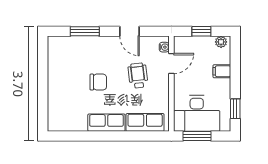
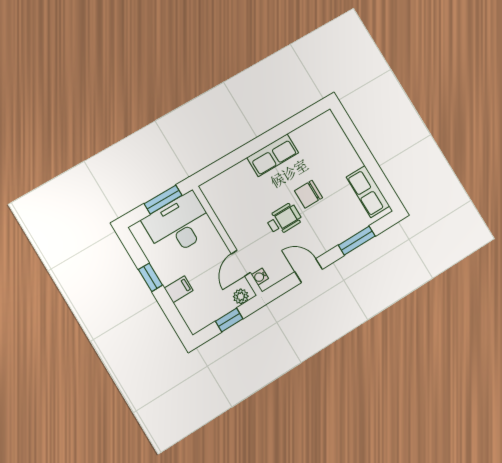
plant: (221, 42) -> (241, 296), moved
wheelchair: (138, 76) -> (284, 219), moved, turned -83
window: (235, 109) -> (150, 277), moved
row of seats: (145, 122) -> (368, 192), moved, turned 90

